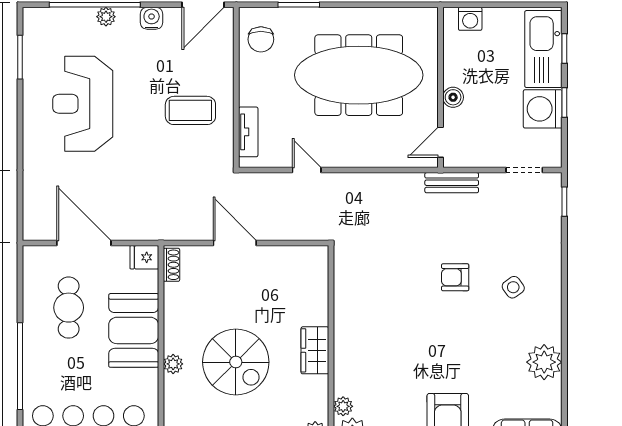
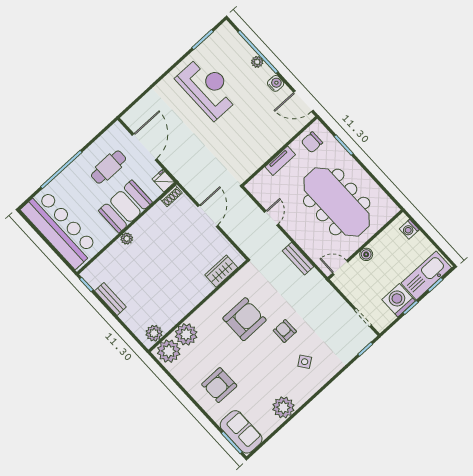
reception desk: (83, 104) -> (208, 88), turned 90
coffee table: (190, 110) -> (250, 140), removed
tv unit: (248, 132) -> (280, 161), moved
bench: (452, 183) -> (298, 259), moved
armchair: (397, 312) -> (244, 319), added
wardrobe: (315, 350) -> (221, 271), moved
spiral stairs: (236, 362) -> (154, 266), removed
plant: (343, 406) -> (186, 334), width x1.87, depth x1.87

